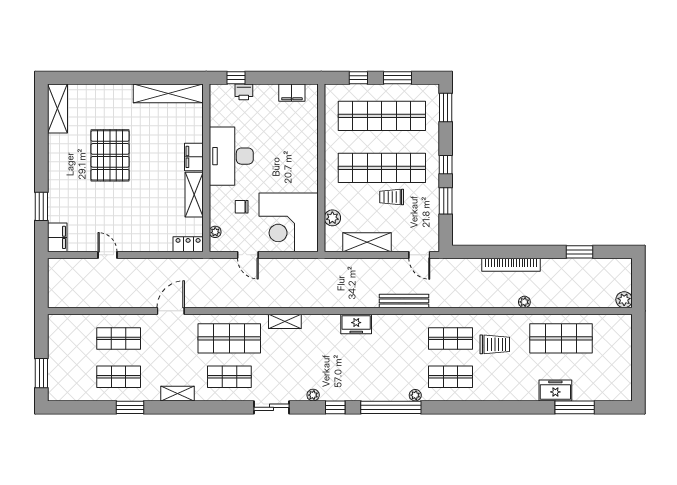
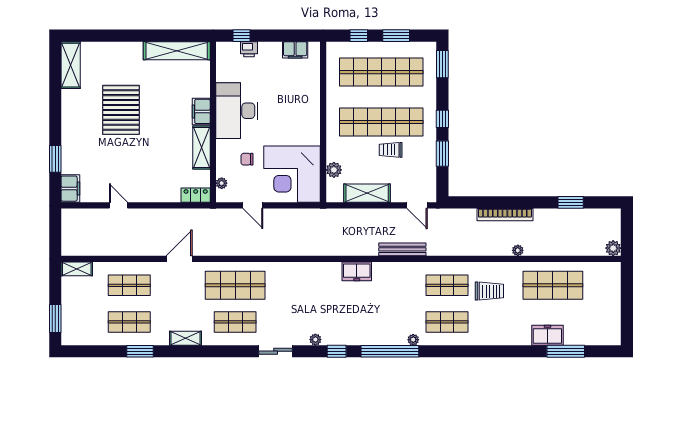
shelving: (285, 321) -> (77, 269), moved

